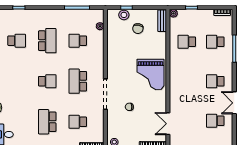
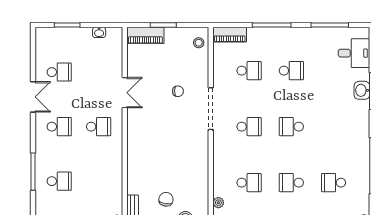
school desk: (47, 41) -> (291, 183), width x0.54
school desk: (187, 42) -> (99, 127), moved
grand piano: (150, 75) -> (149, 136), removed
school desk: (78, 81) -> (249, 127), width x0.54
school desk: (47, 122) -> (291, 71), width x0.54
double door: (168, 124) -> (125, 93), moved

